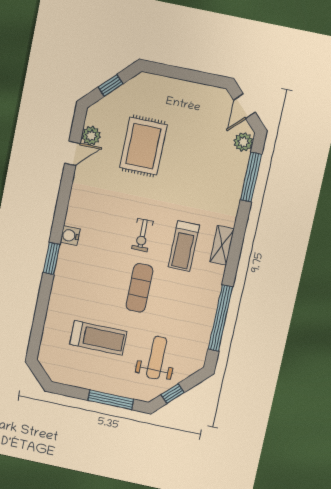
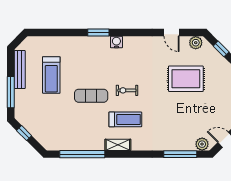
plant: (91, 136) -> (196, 43), moved
shelving: (222, 245) -> (118, 145), moved
treadmill: (184, 246) -> (125, 119), turned 180
weight bench: (157, 358) -> (46, 117), removed
bench: (81, 380) -> (20, 70), added

